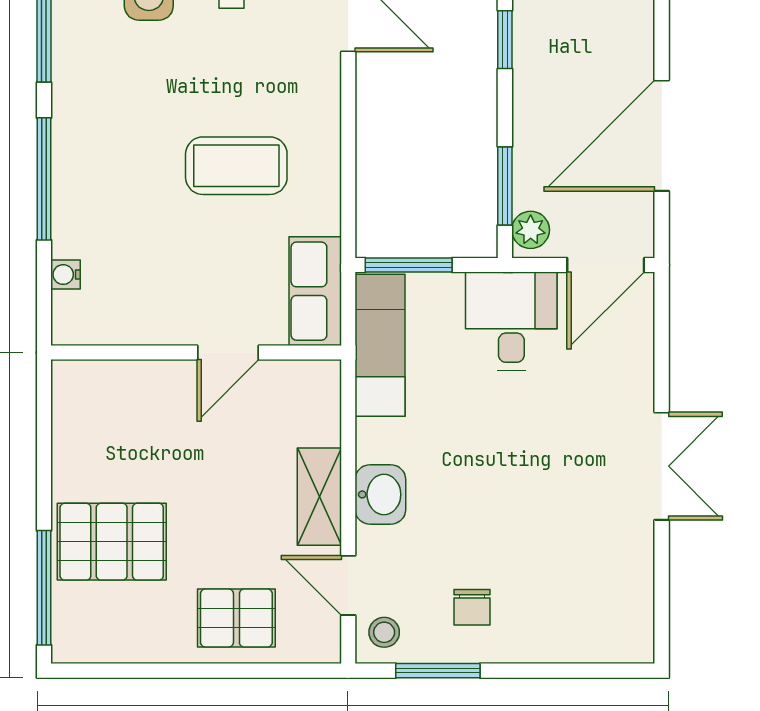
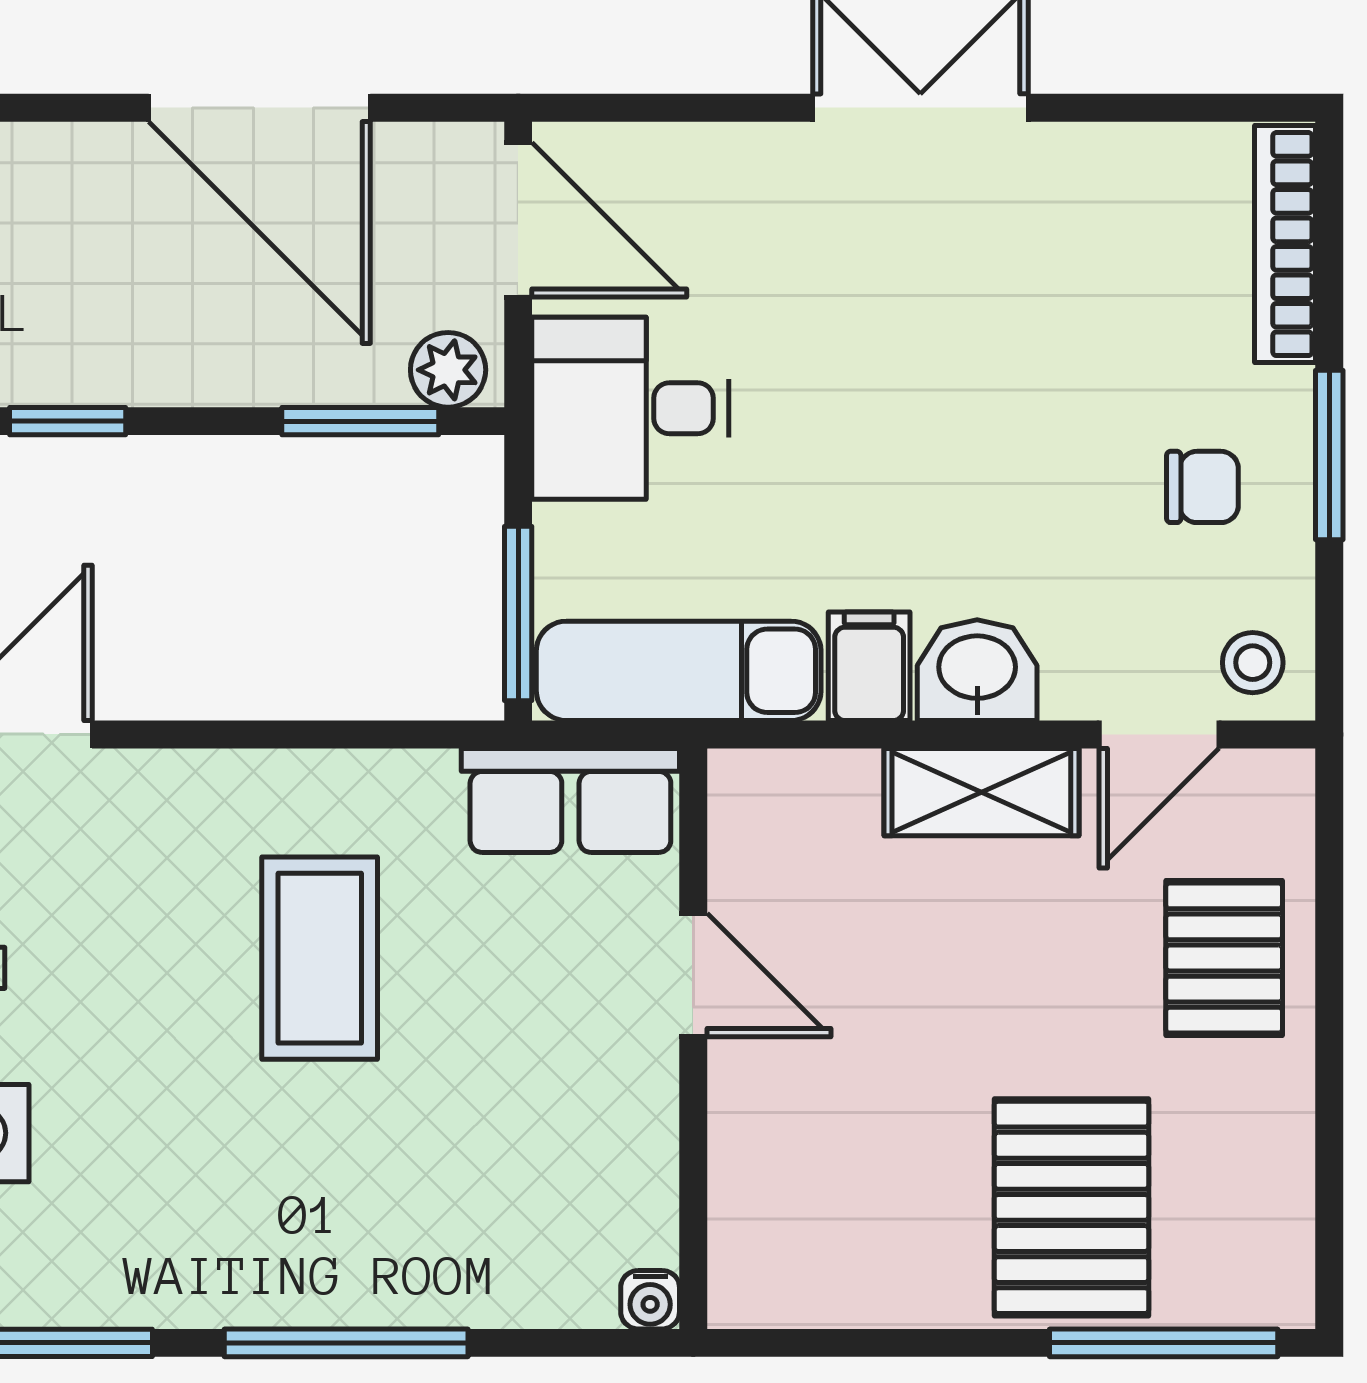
water cooler: (66, 275) -> (650, 1300), moved
filing cabinet: (382, 440) -> (869, 666), added
bookcase: (593, 649) -> (1285, 244), added
window: (438, 671) -> (1329, 455), moved

